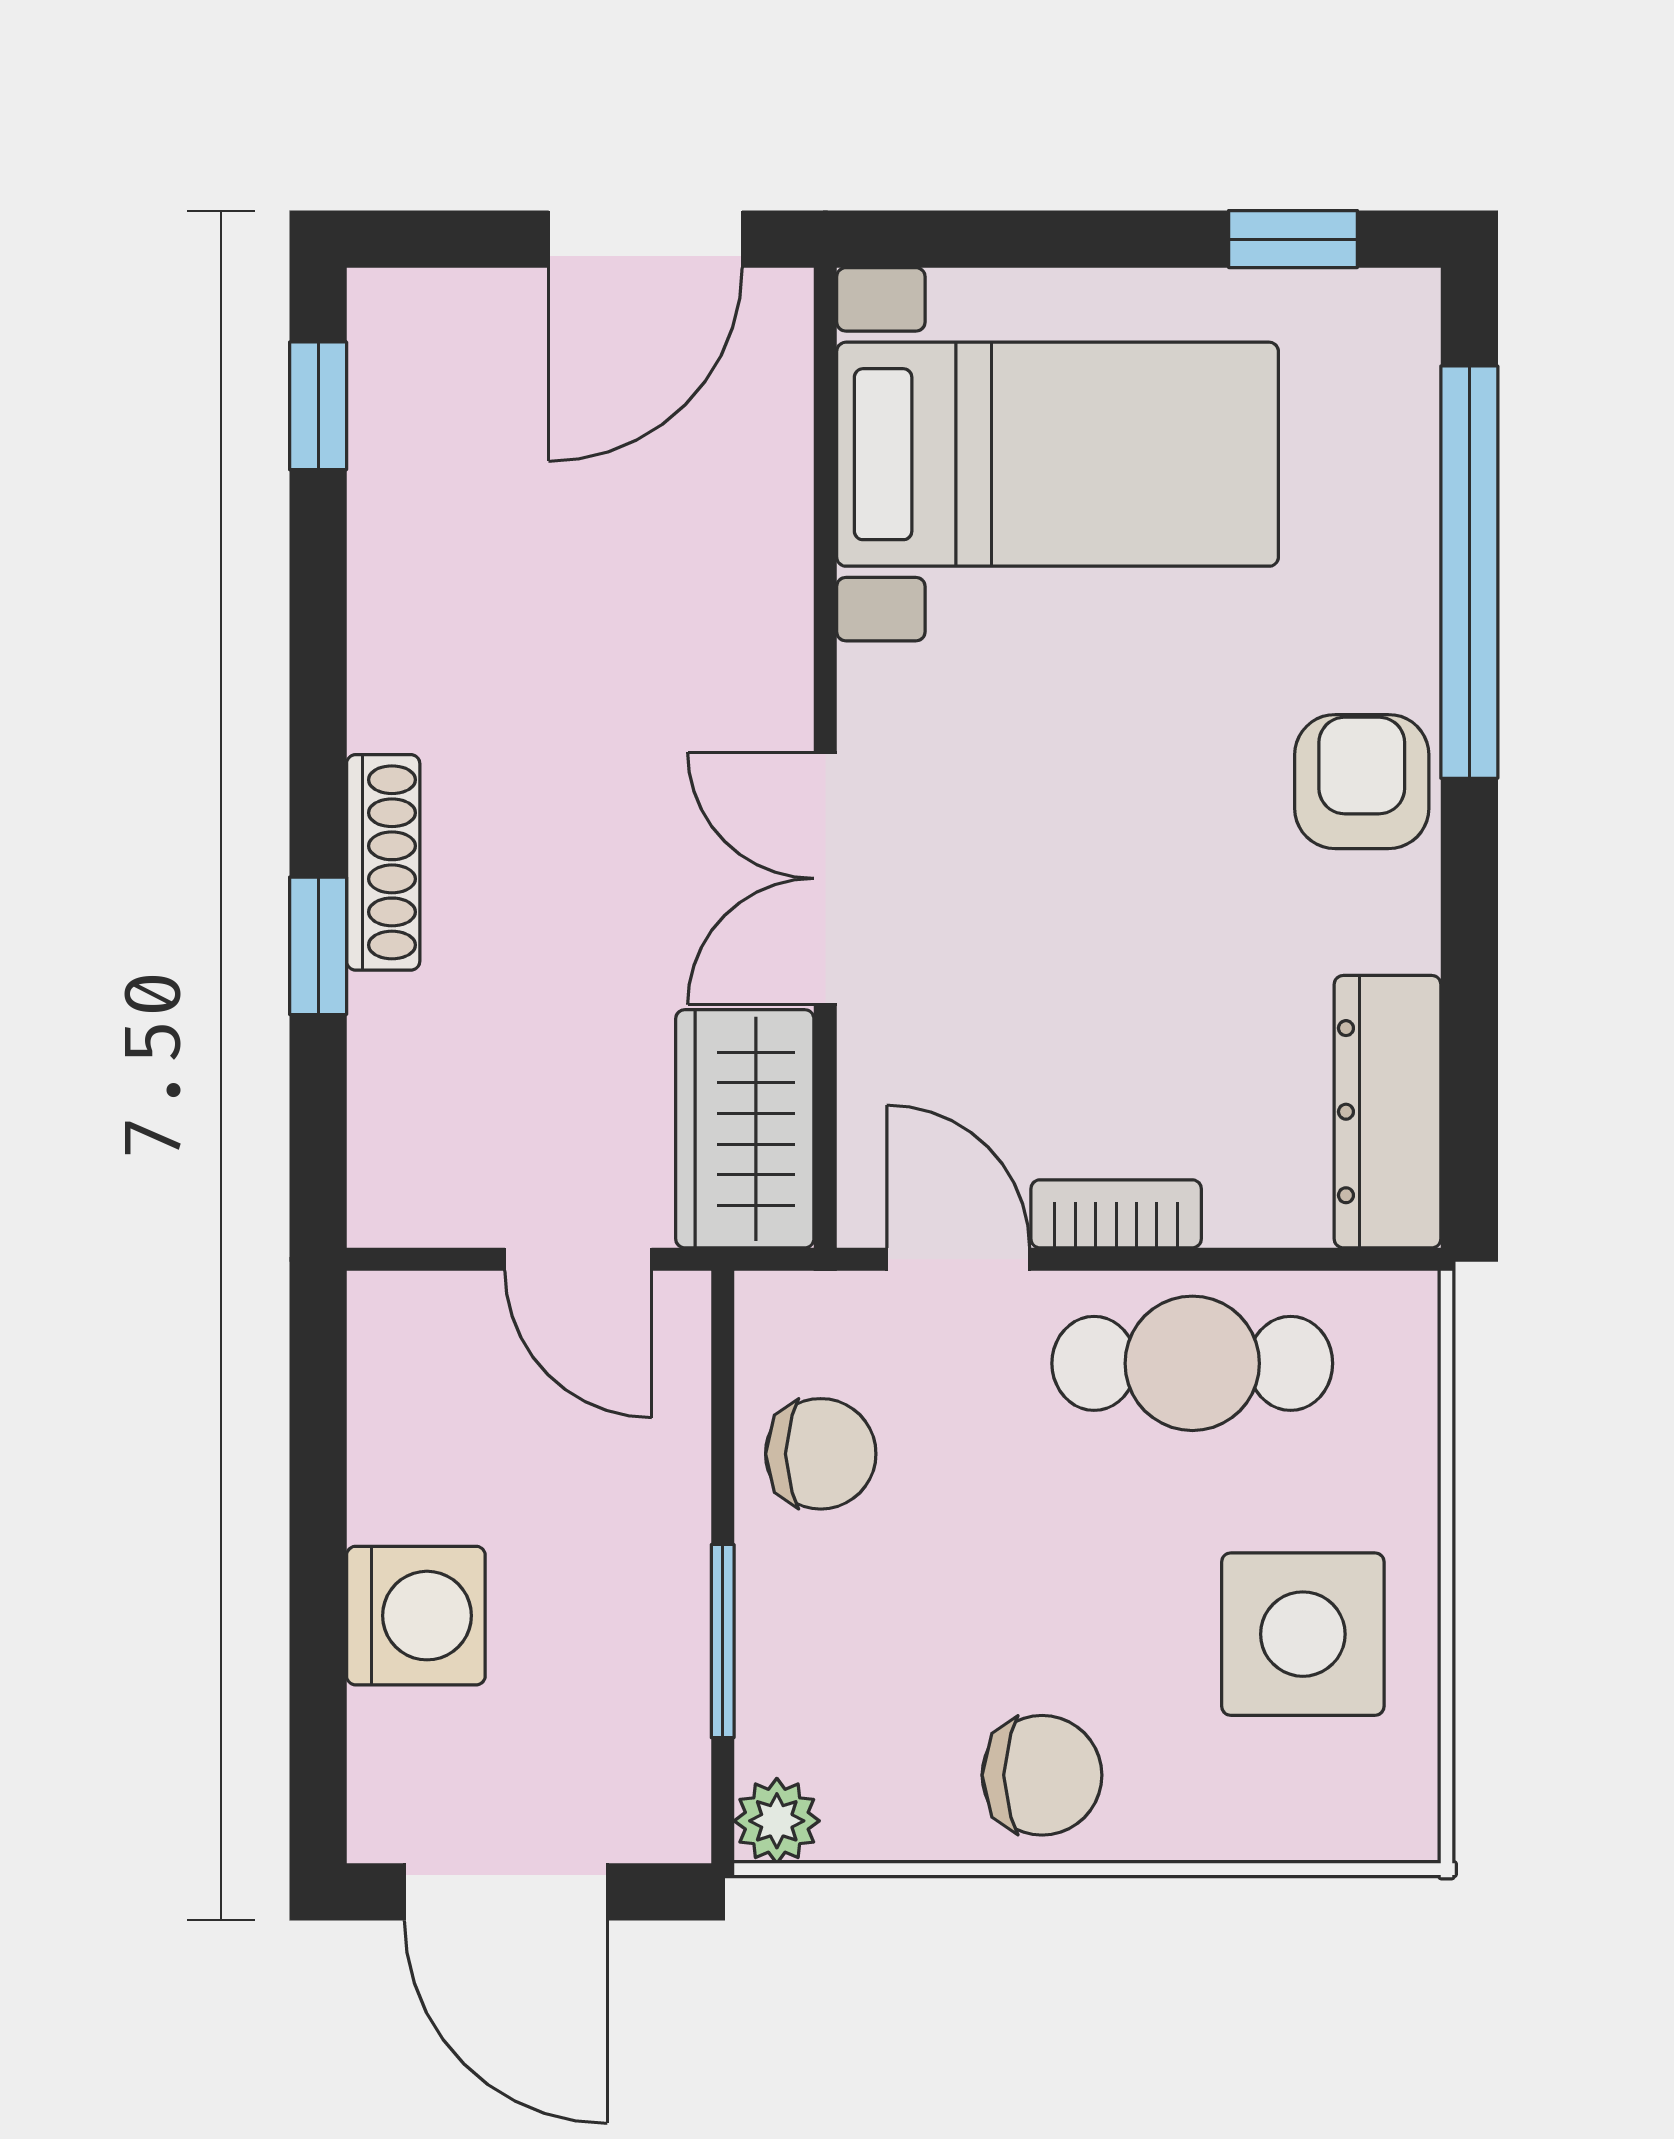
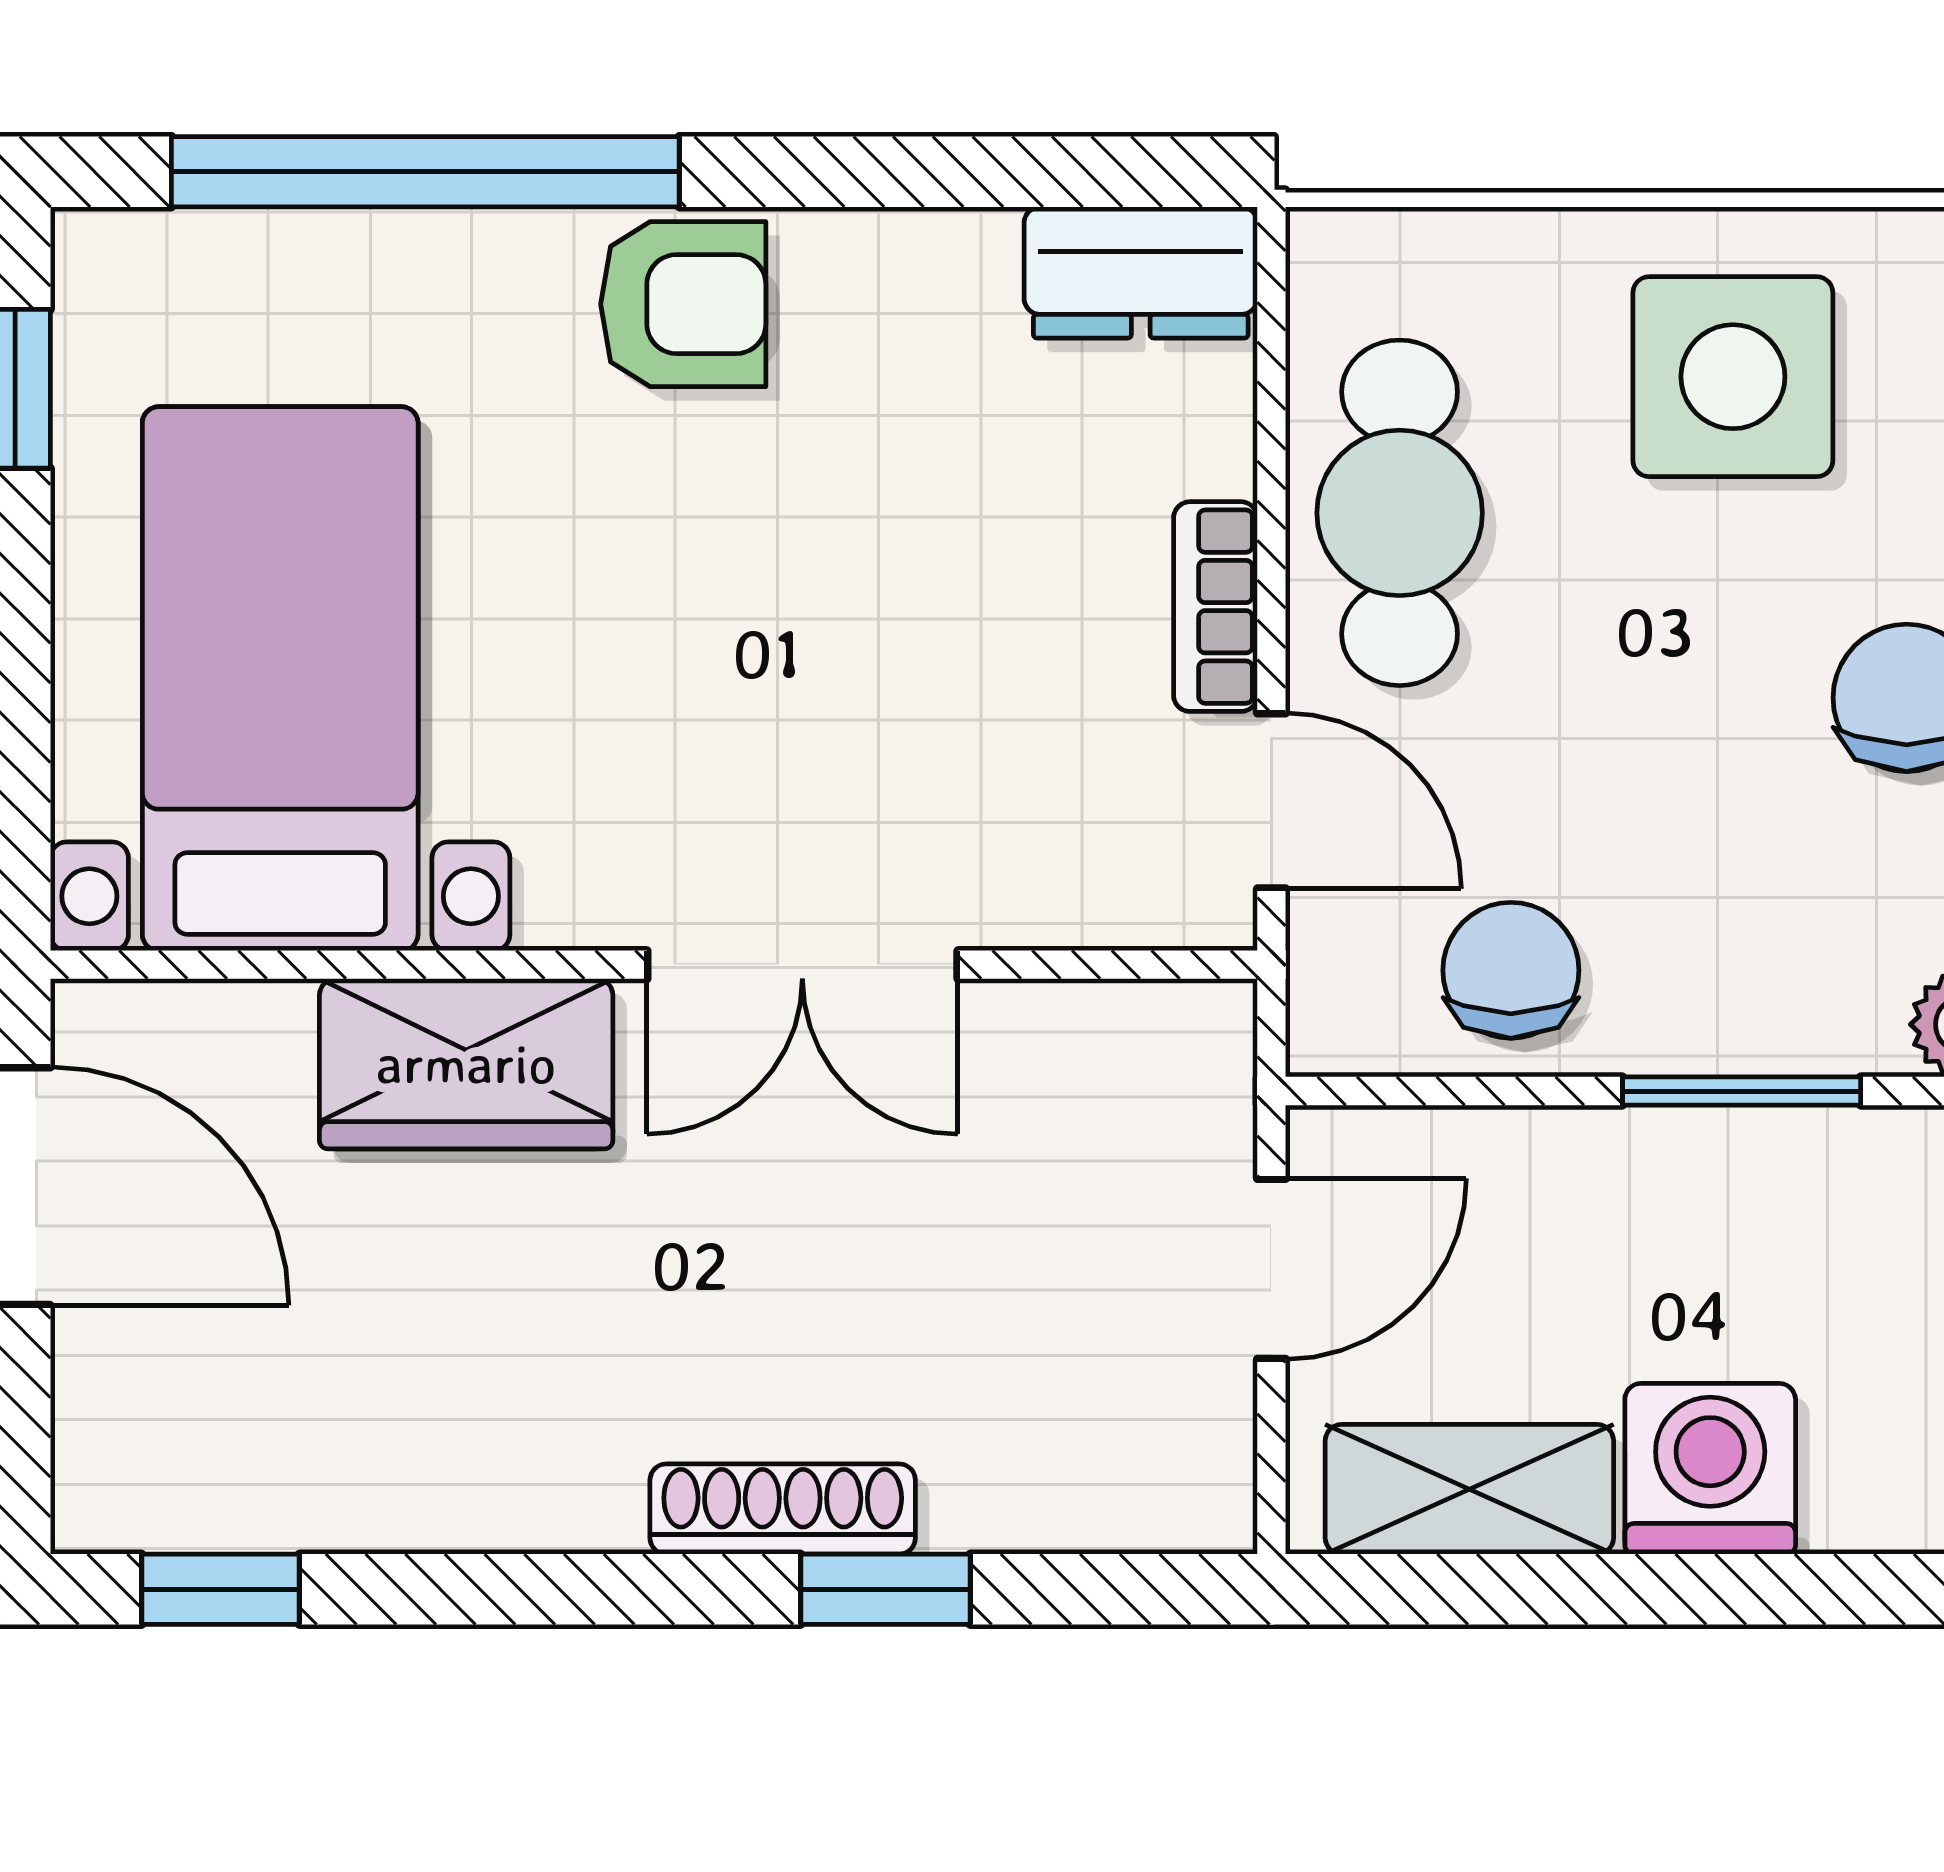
armchair: (1362, 782) -> (683, 304), turned 180
dresser: (1388, 1112) -> (1141, 272), width x0.70
wardrobe: (745, 1129) -> (466, 1064), moved
door: (958, 1259) -> (1271, 801), swing flipped
shelving: (399, 1420) -> (1469, 1489), added

